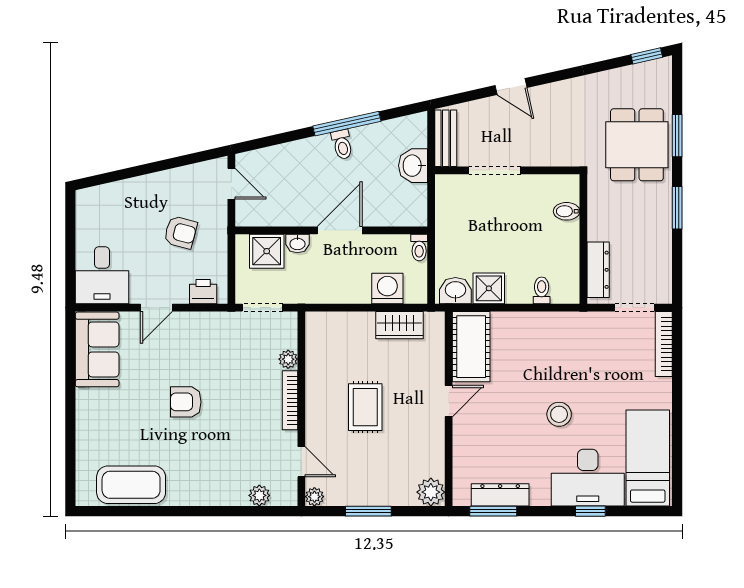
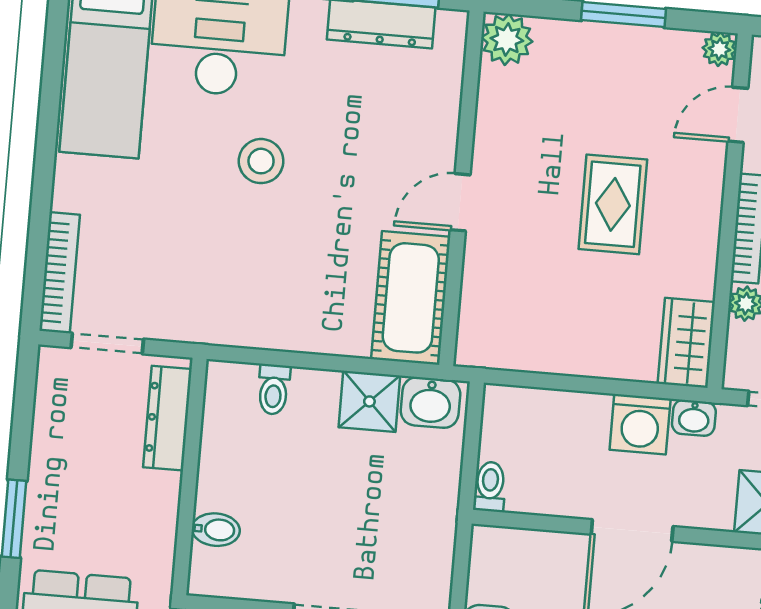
washbasin: (297, 243) -> (694, 418), moved, turned 180
washing machine: (387, 289) -> (640, 424), moved
wardrobe: (399, 325) -> (686, 343), moved, turned -90
door: (301, 462) -> (738, 115), hinge flipped

